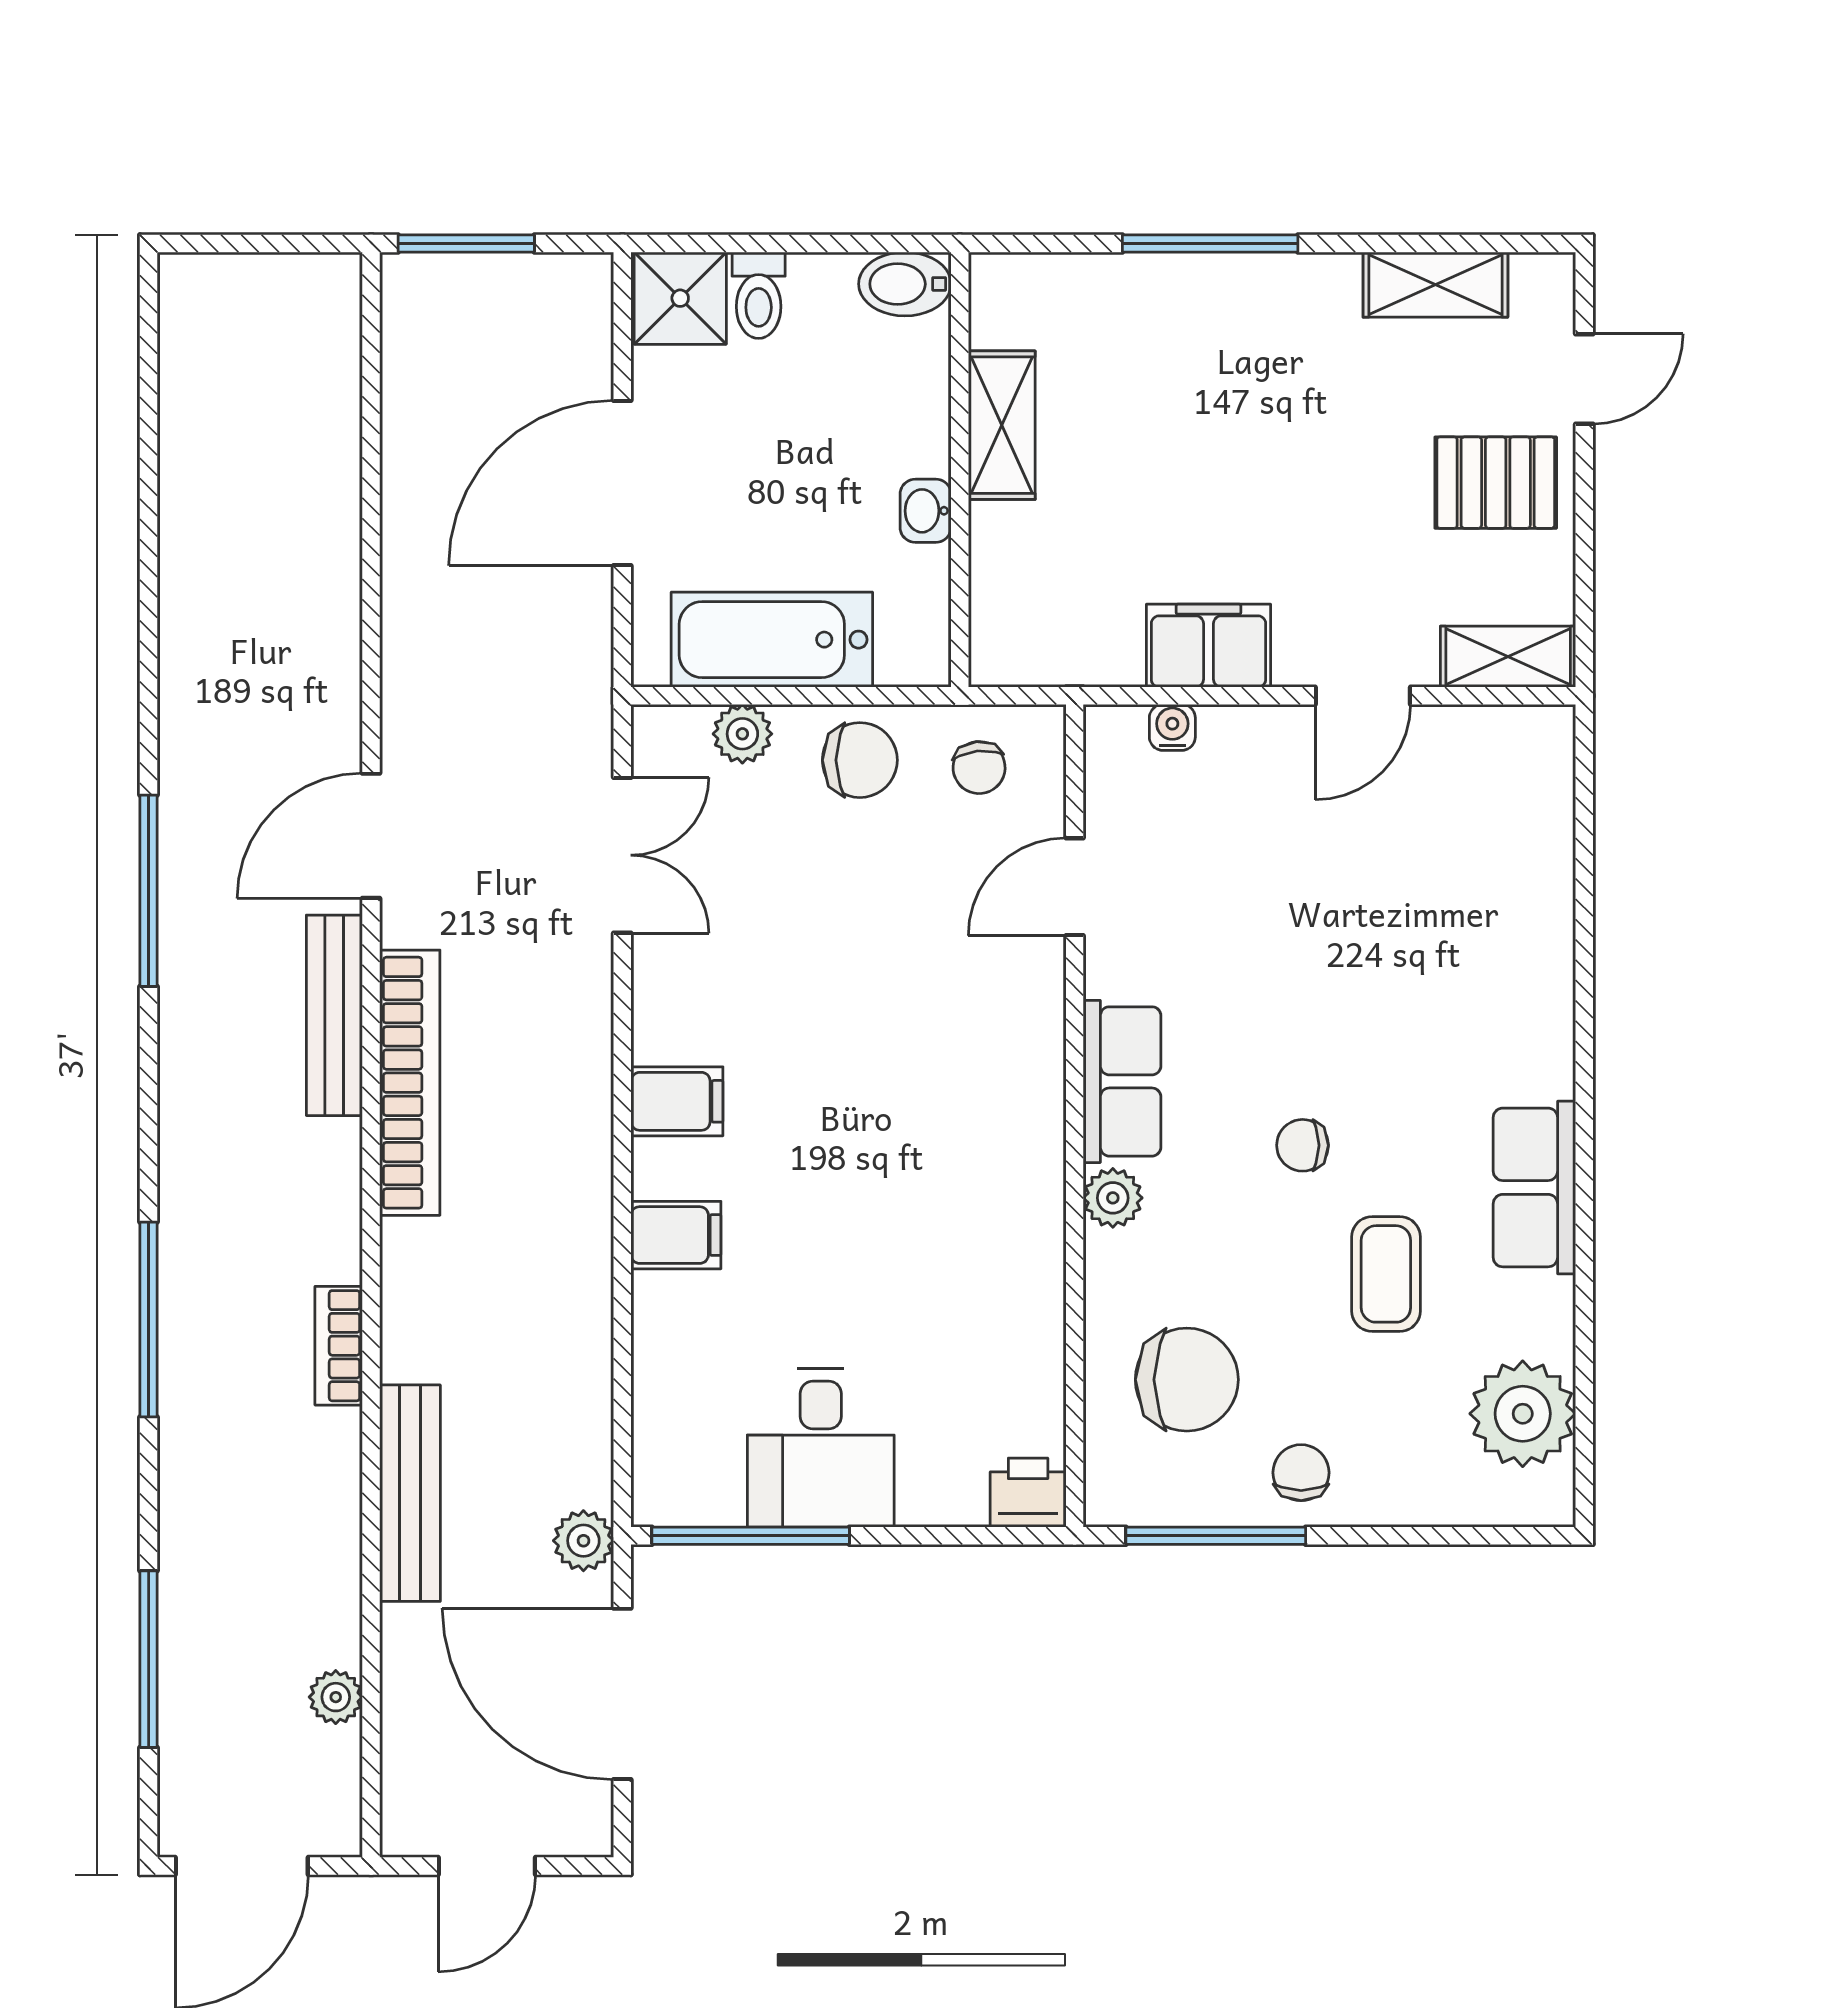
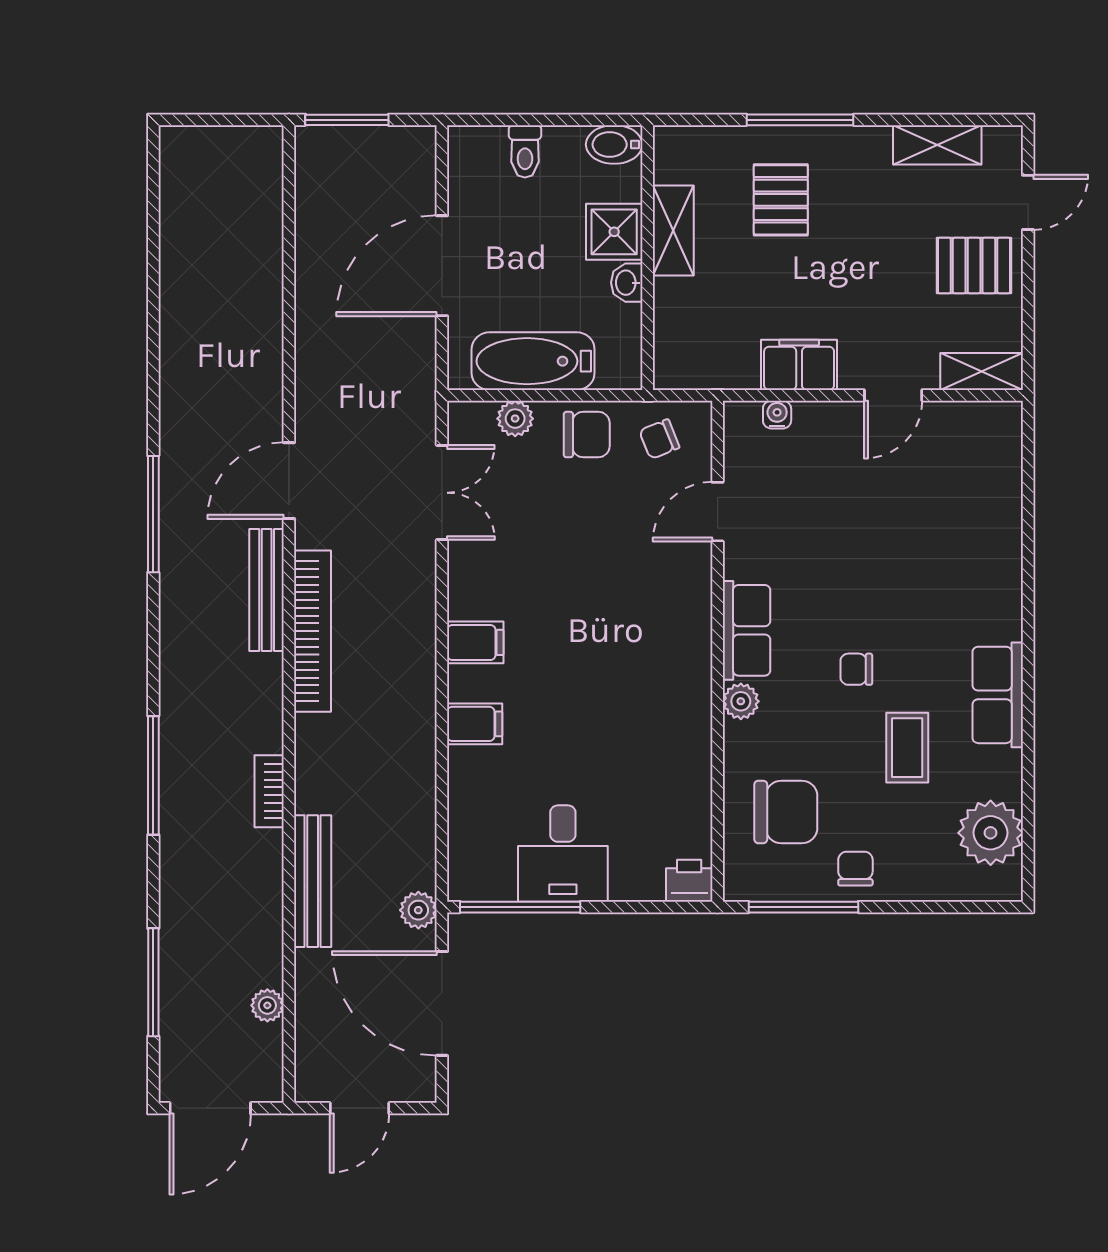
shower: (680, 298) -> (614, 232), moved
pallet: (1179, 375) -> (781, 200), added
chair: (979, 768) -> (659, 439), turned 74

